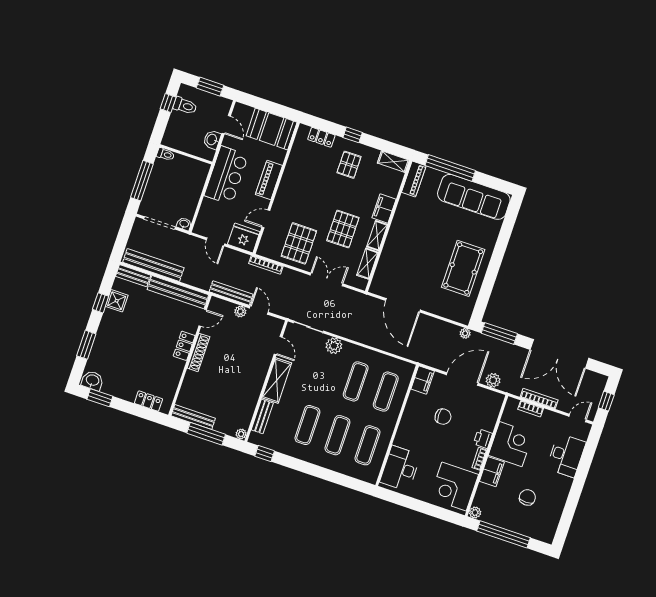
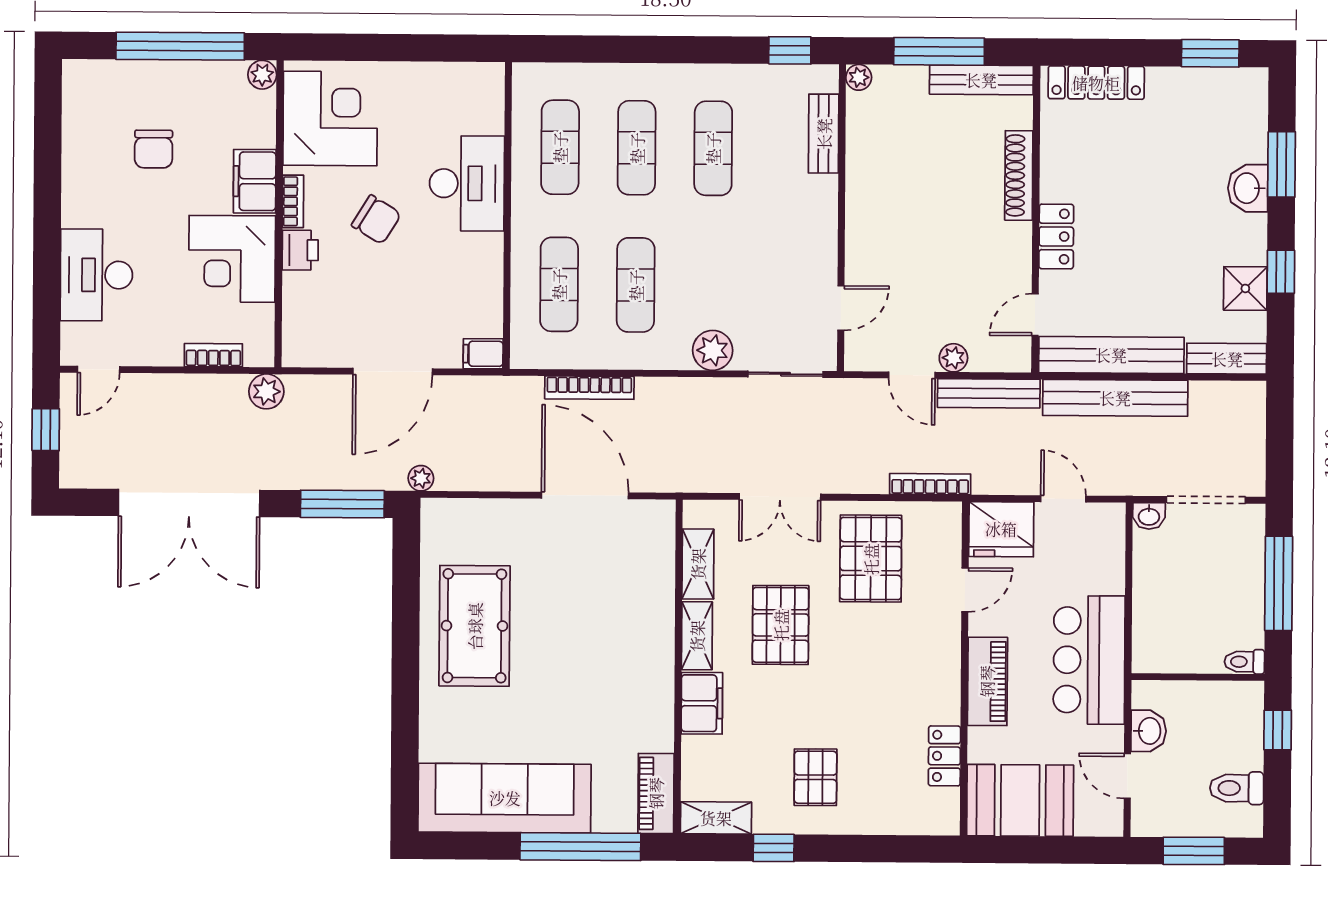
window: (168, 103) -> (1278, 730), moved
window: (353, 135) -> (774, 848), moved
locker: (321, 137) -> (944, 756), moved, turned -90
bench: (153, 265) -> (1115, 398), moved
door: (278, 346) -> (841, 308), swing flipped
shoe rack: (198, 352) -> (1019, 175), moved
double door: (559, 354) -> (189, 503), swing flipped
shelving: (277, 380) -> (817, 227), removed
filing cabinet: (423, 380) -> (483, 354), width x0.50
plant: (493, 380) -> (266, 391), moved
washbasin: (92, 381) -> (1248, 188), moved, turned 90
bookcase: (539, 399) -> (589, 388), moved
locker: (148, 401) -> (1096, 83), width x1.53
chair: (443, 417) -> (376, 220), moved, turned -148
desk: (400, 468) -> (467, 183), moved

